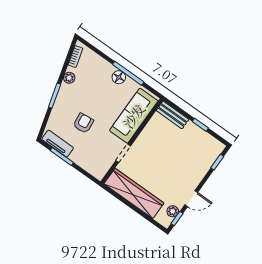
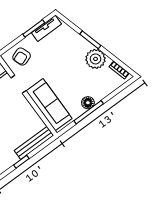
plant: (69, 78) -> (95, 59), width x1.87, depth x1.87
bench: (173, 115) -> (34, 143), width x1.36
armchair: (83, 123) -> (22, 57), moved, turned 76

